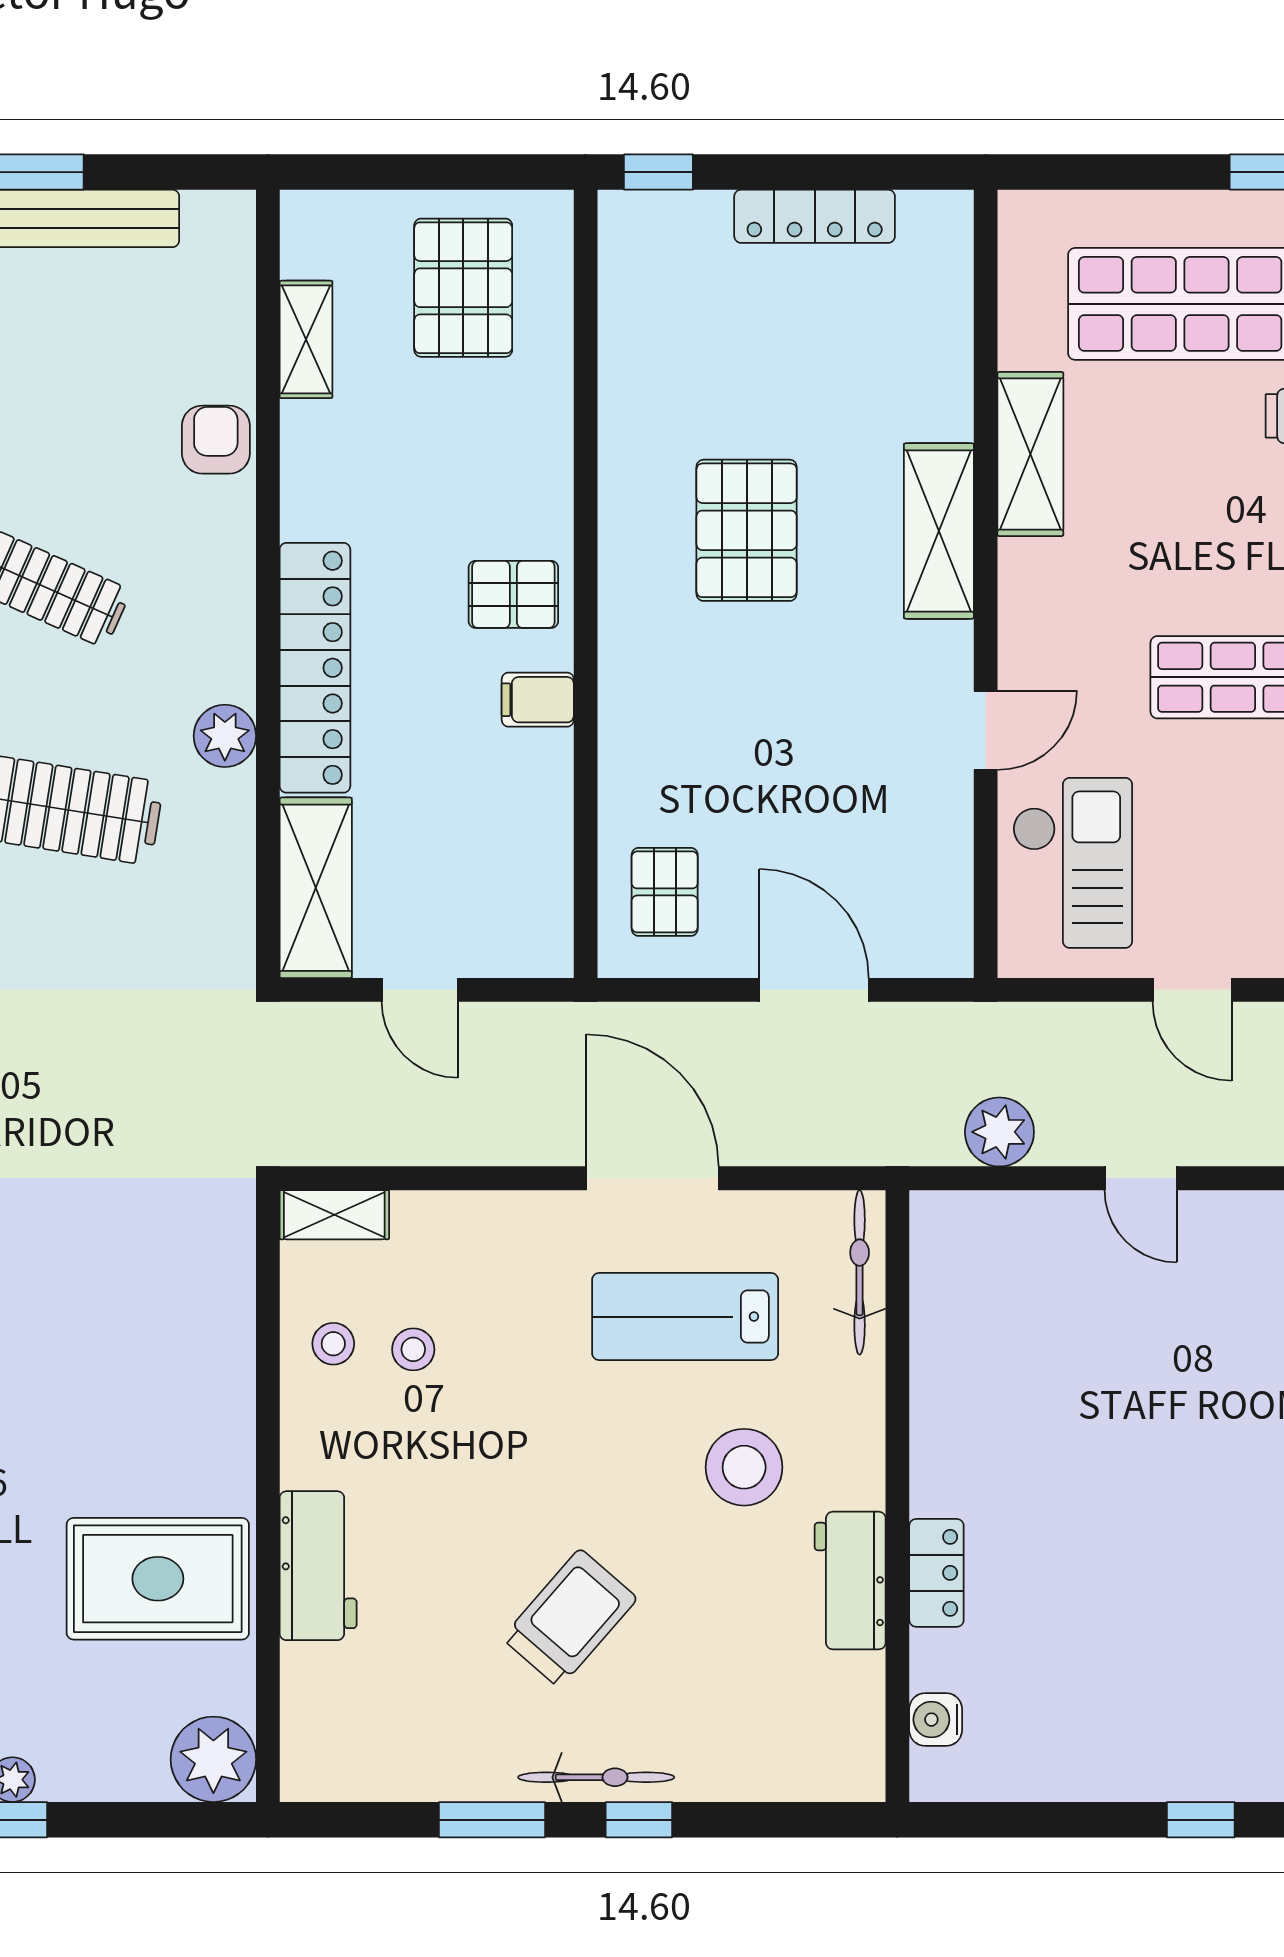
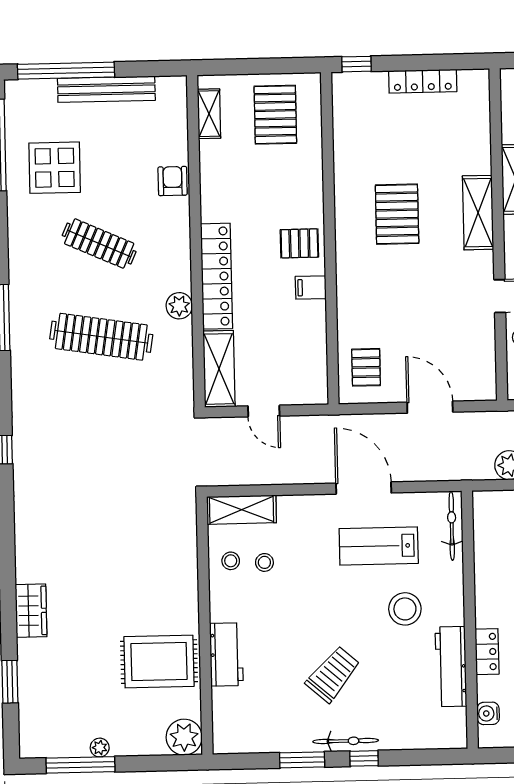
shelving: (306, 339) -> (209, 114), moved
shelving: (334, 1215) -> (242, 510), width x1.50, depth x1.33
workbench: (850, 1581) -> (451, 667), width x1.38

